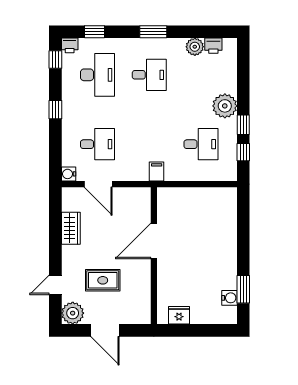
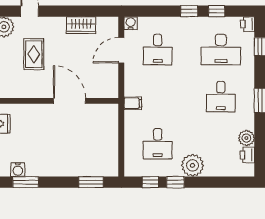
window: (55, 60) -> (217, 11), moved
window: (243, 217) -> (91, 182), added

